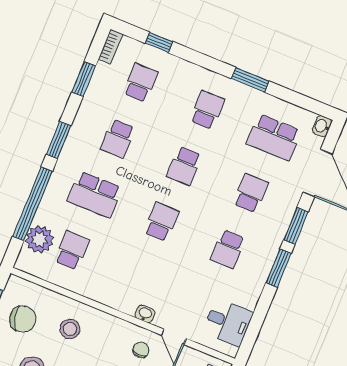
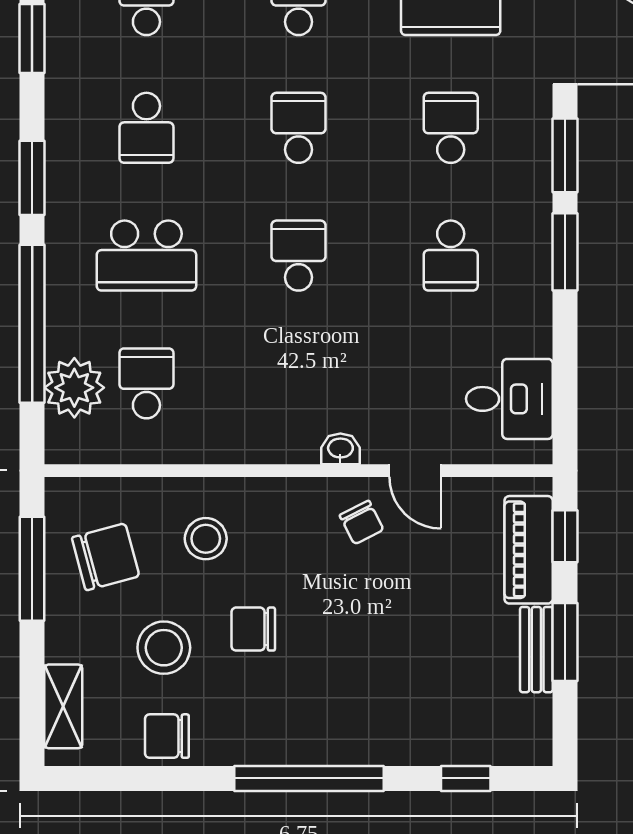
school desk: (184, 166) -> (299, 128), turned 180
chair: (141, 350) -> (362, 522), turned 153

